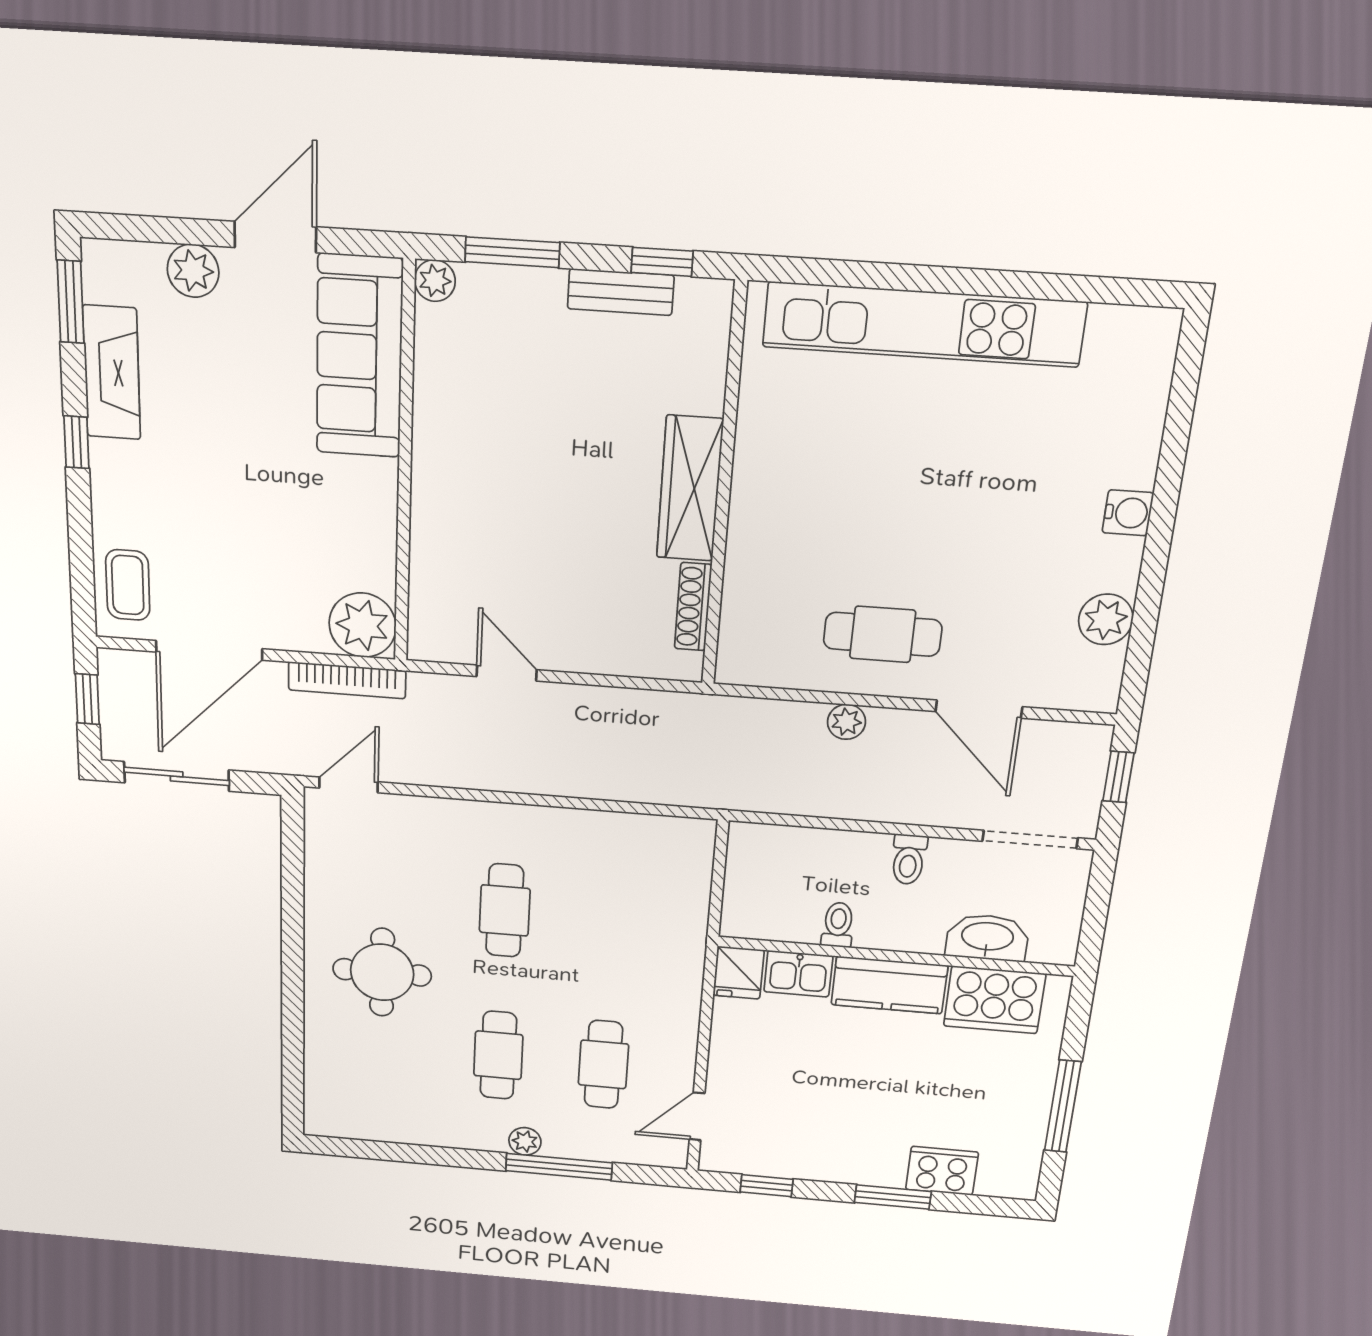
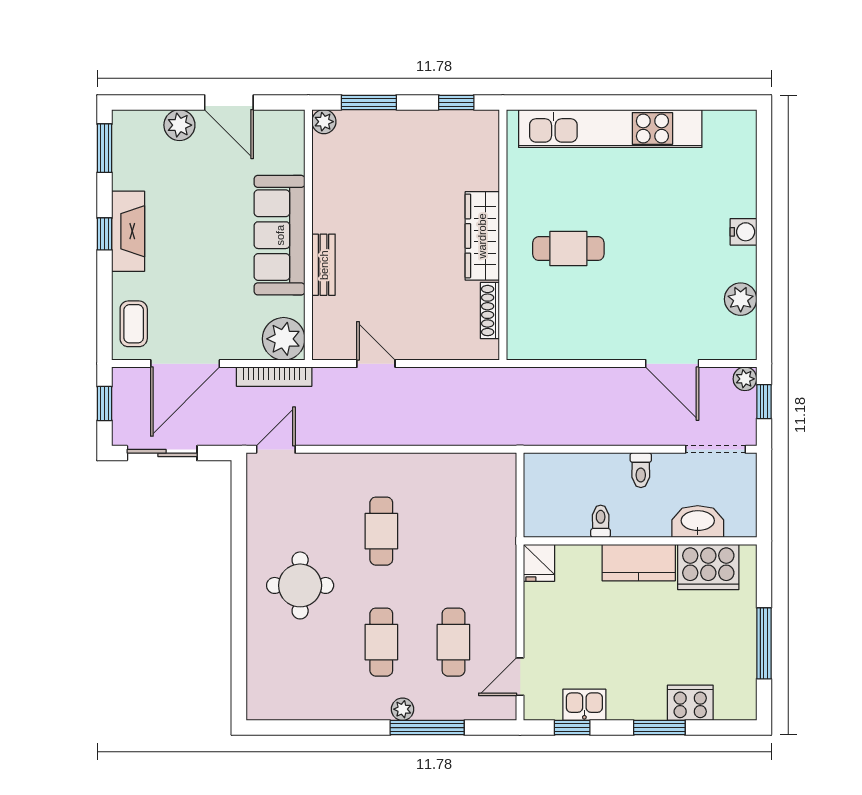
door: (275, 237) -> (229, 102), swing flipped
bench: (621, 292) -> (324, 265), moved, turned 90
sofa: (359, 356) -> (280, 235), moved
fireplace: (112, 373) -> (128, 231), moved
cafe table: (883, 634) -> (568, 249), moved
plant: (846, 722) -> (745, 379), moved
kitchen sink: (798, 974) -> (584, 705), moved, turned 180

